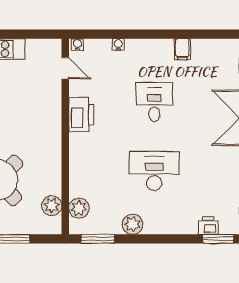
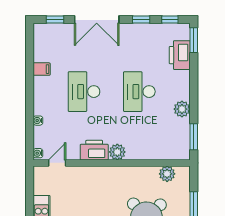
desk: (154, 102) -> (84, 92), width x1.37
plant: (79, 208) -> (117, 152), moved
printer: (208, 226) -> (180, 55), width x1.87, depth x1.48

